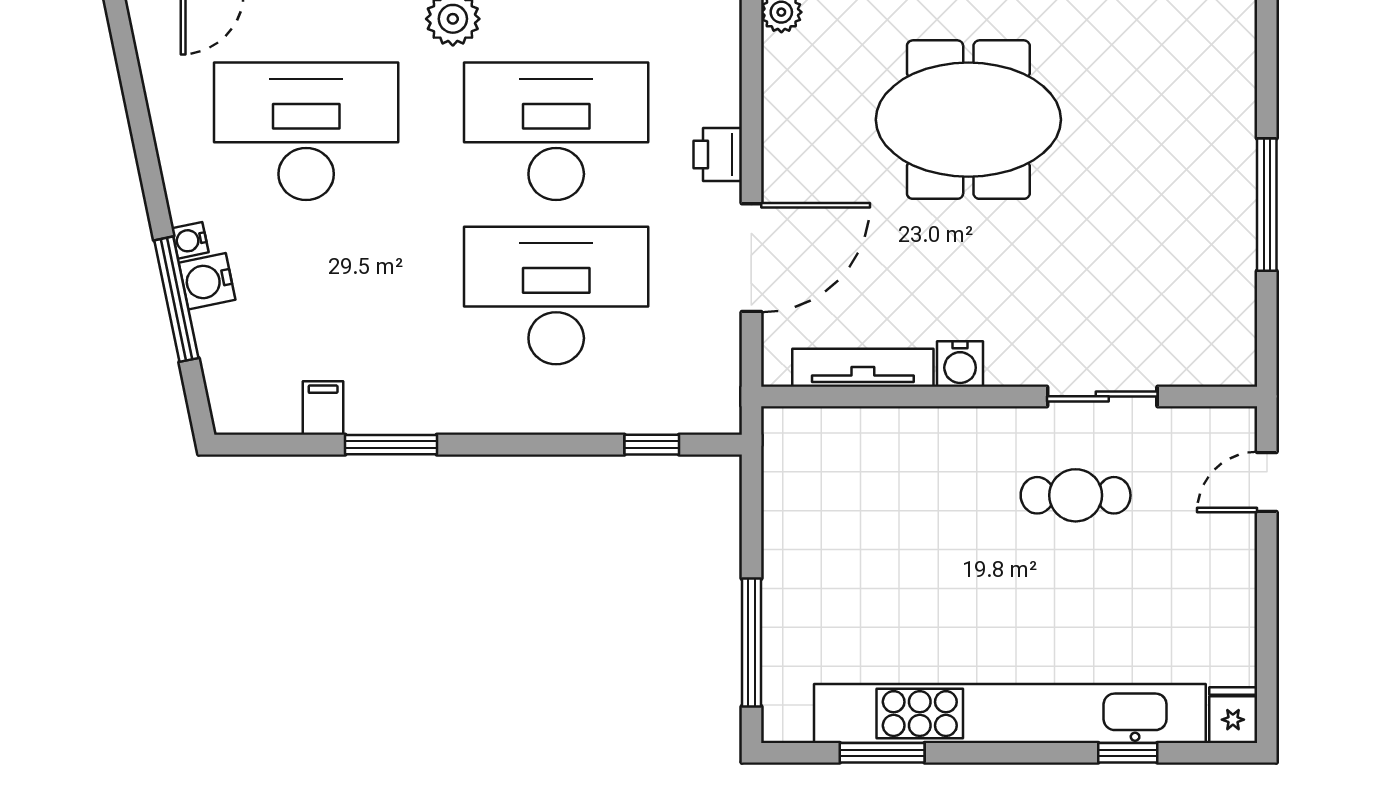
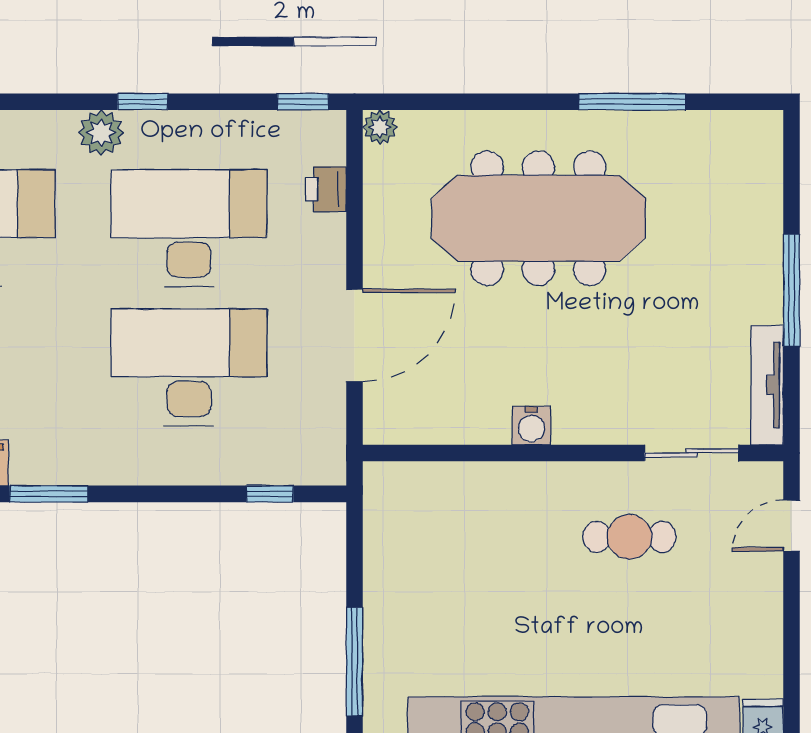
meeting table: (968, 120) -> (538, 218), width x1.36
printer: (718, 154) -> (326, 189), moved
tv unit: (863, 368) -> (767, 385), moved, turned -90
sliding door: (1102, 396) -> (692, 453), moved

